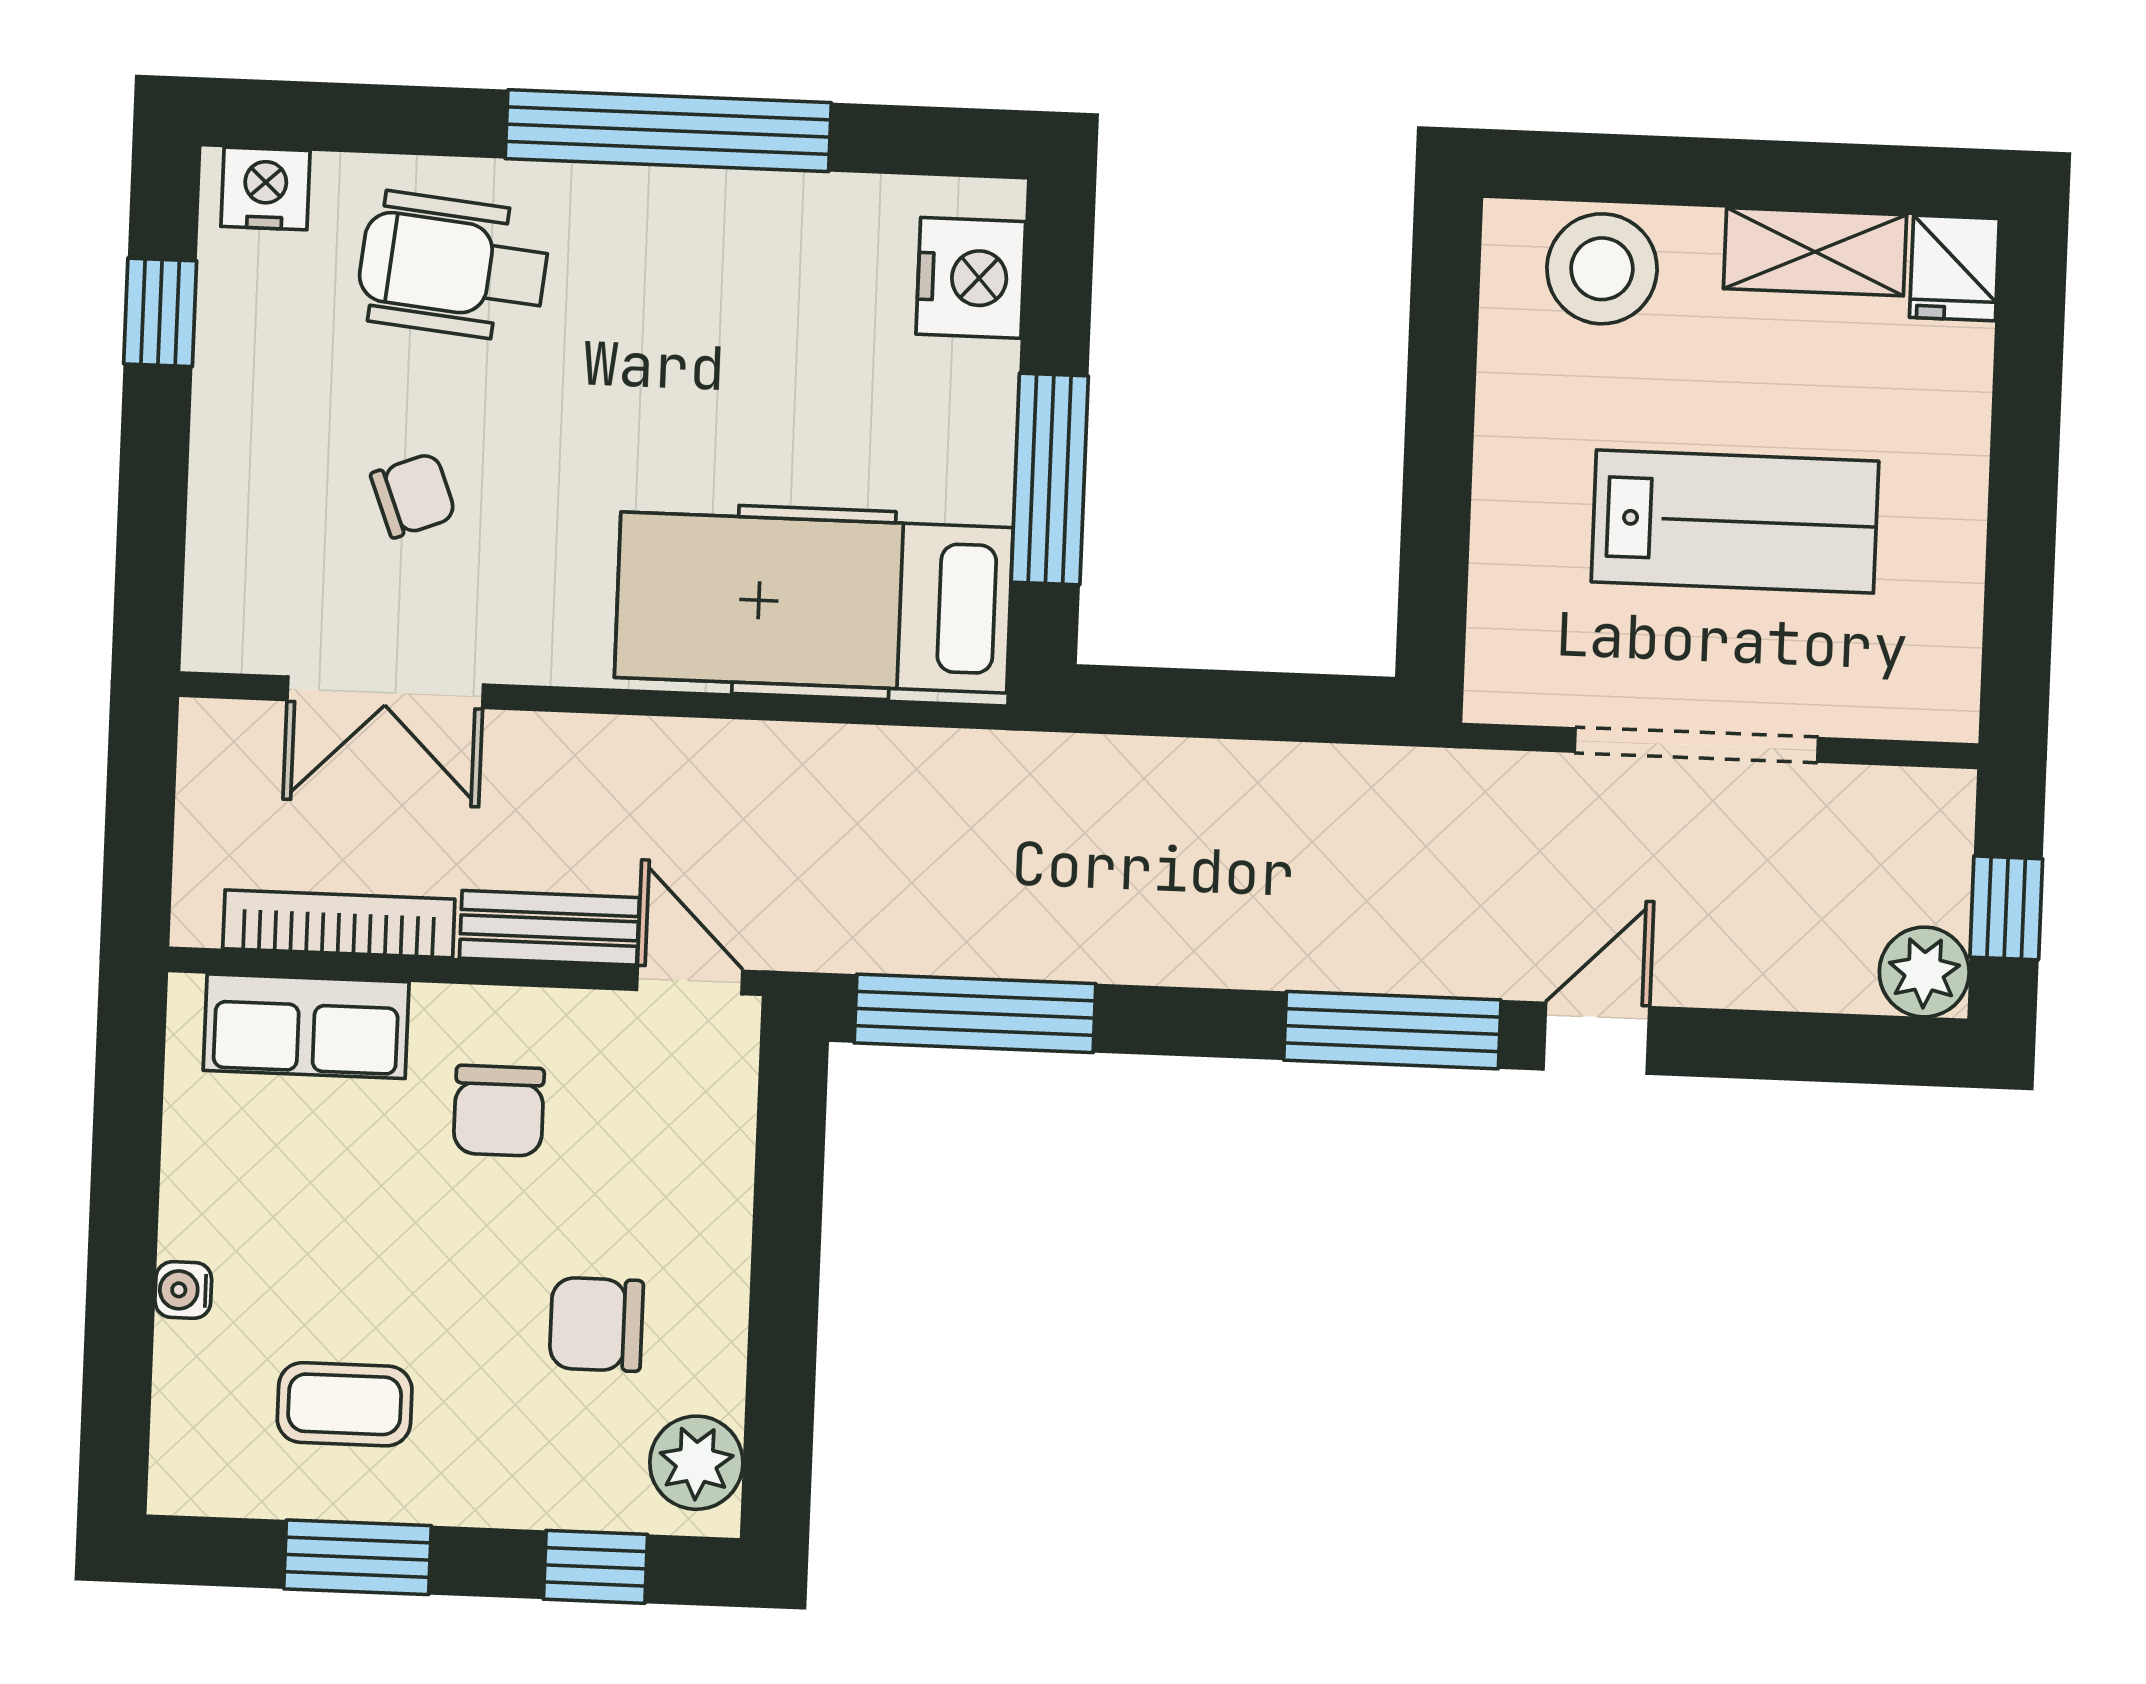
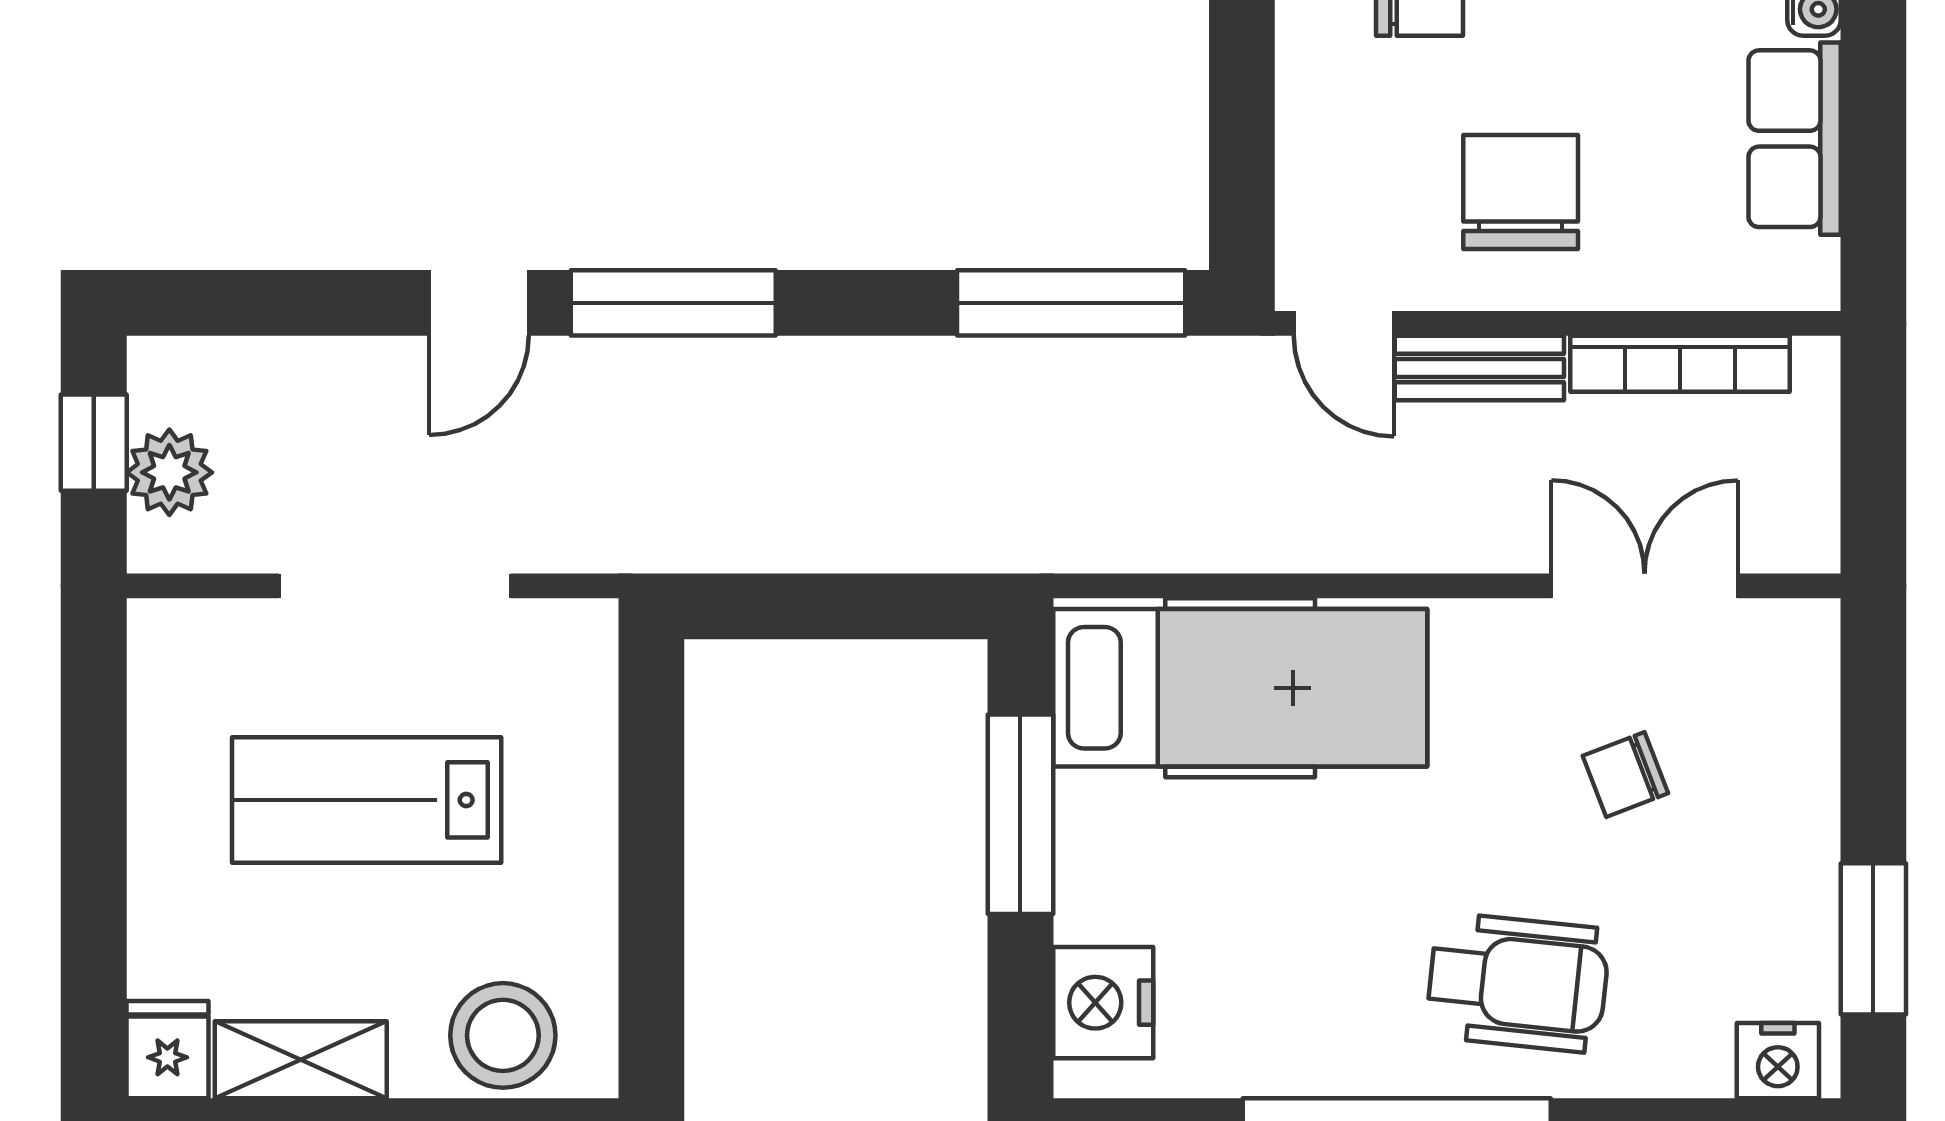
wheelchair: (453, 267) -> (1518, 983), moved
window: (160, 312) -> (1873, 939), width x1.50
plant: (1924, 972) -> (169, 472), moved
row of seats: (306, 1026) -> (1795, 139), moved, turned -90
chair: (499, 1111) -> (1521, 192), width x1.37, depth x1.37

